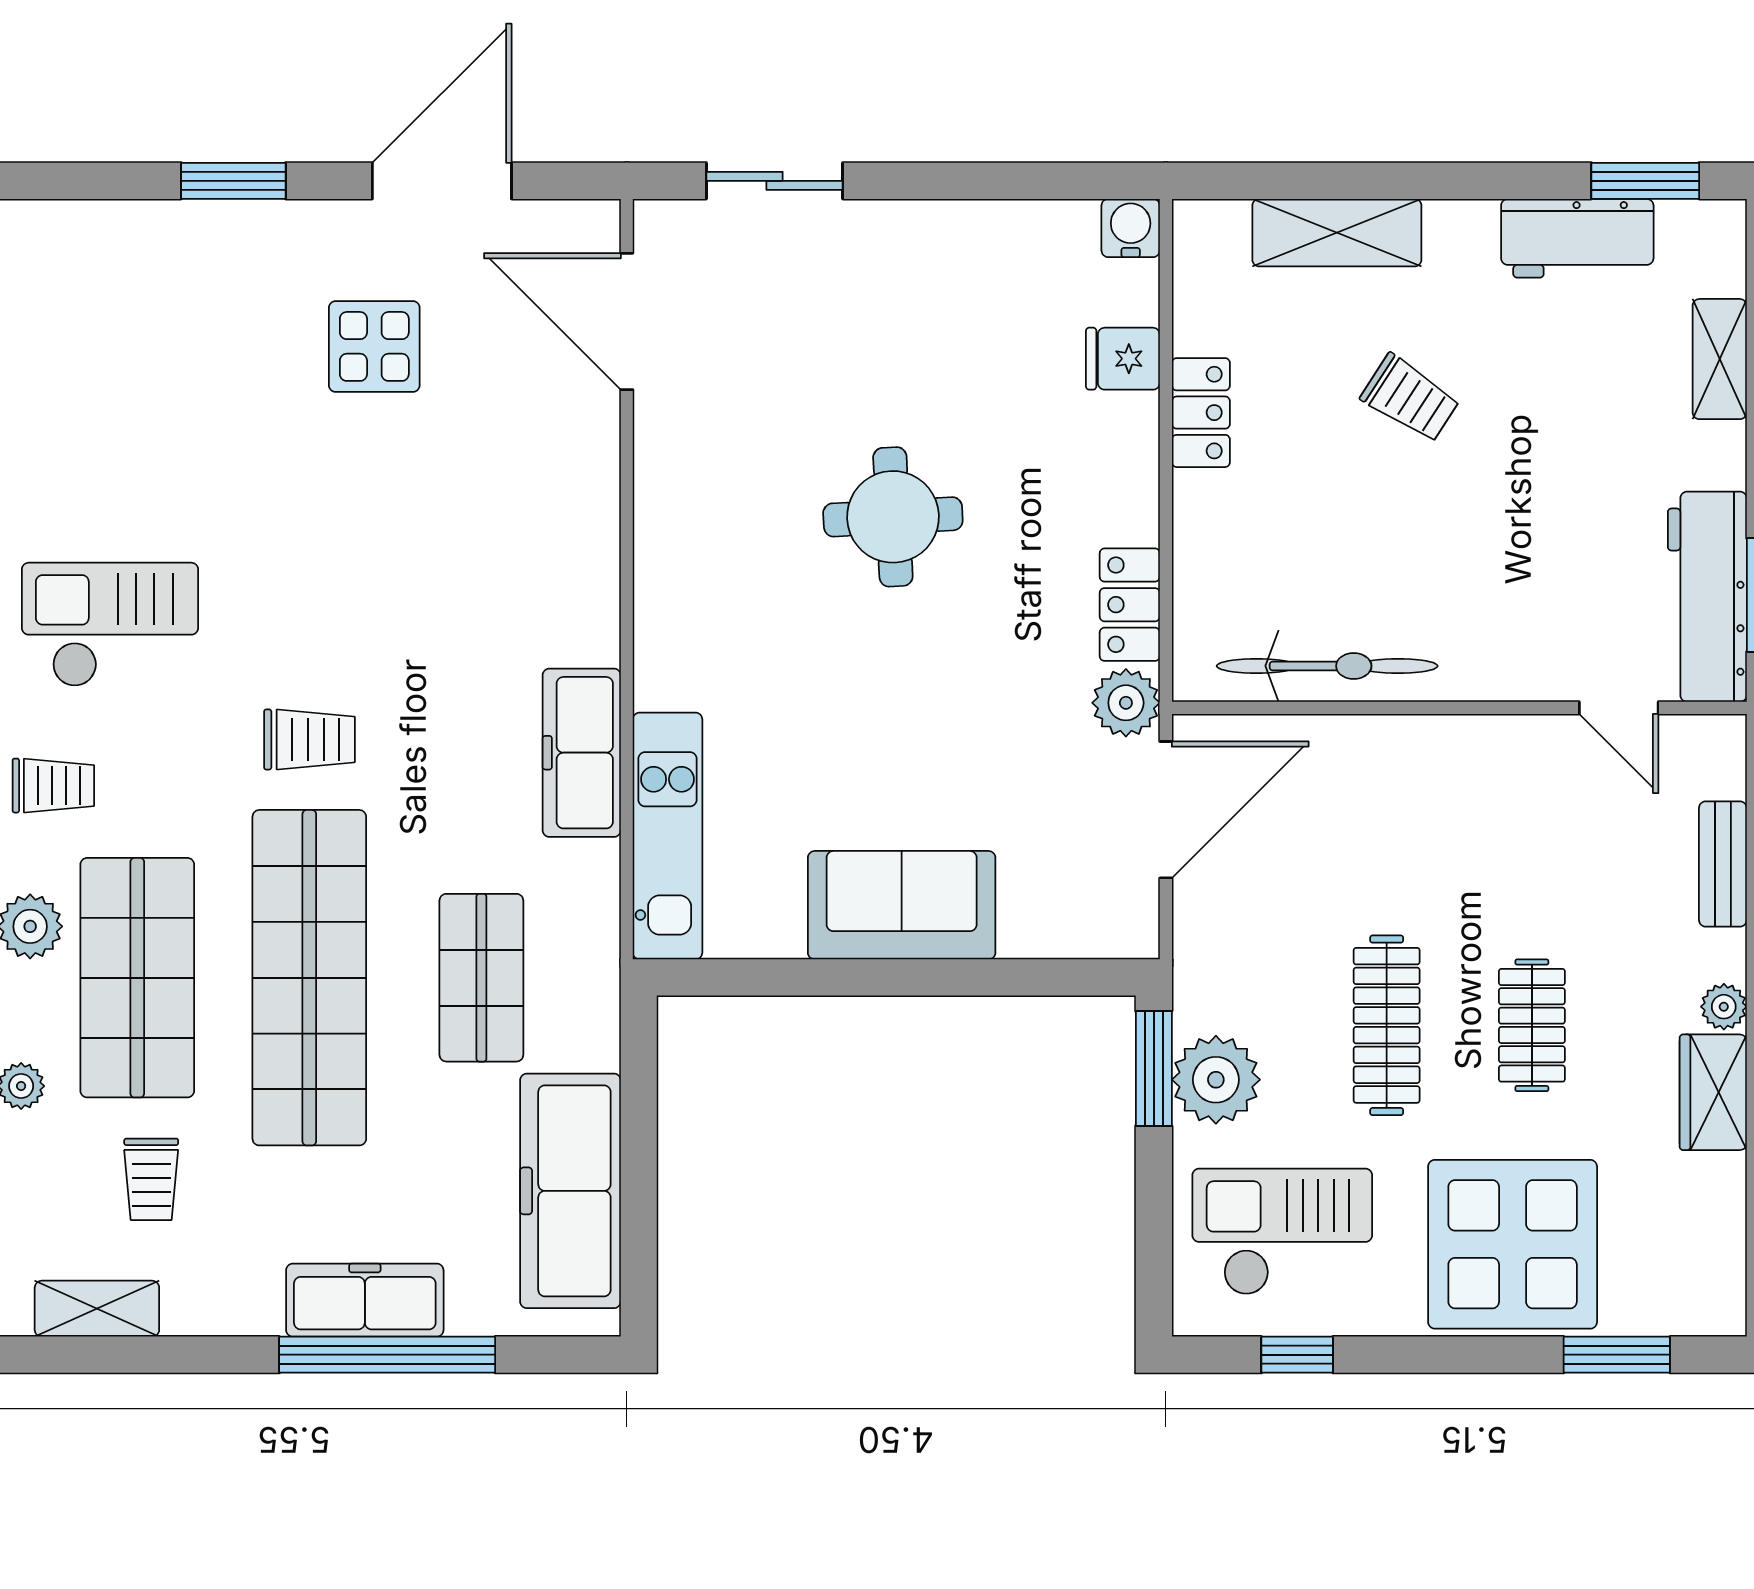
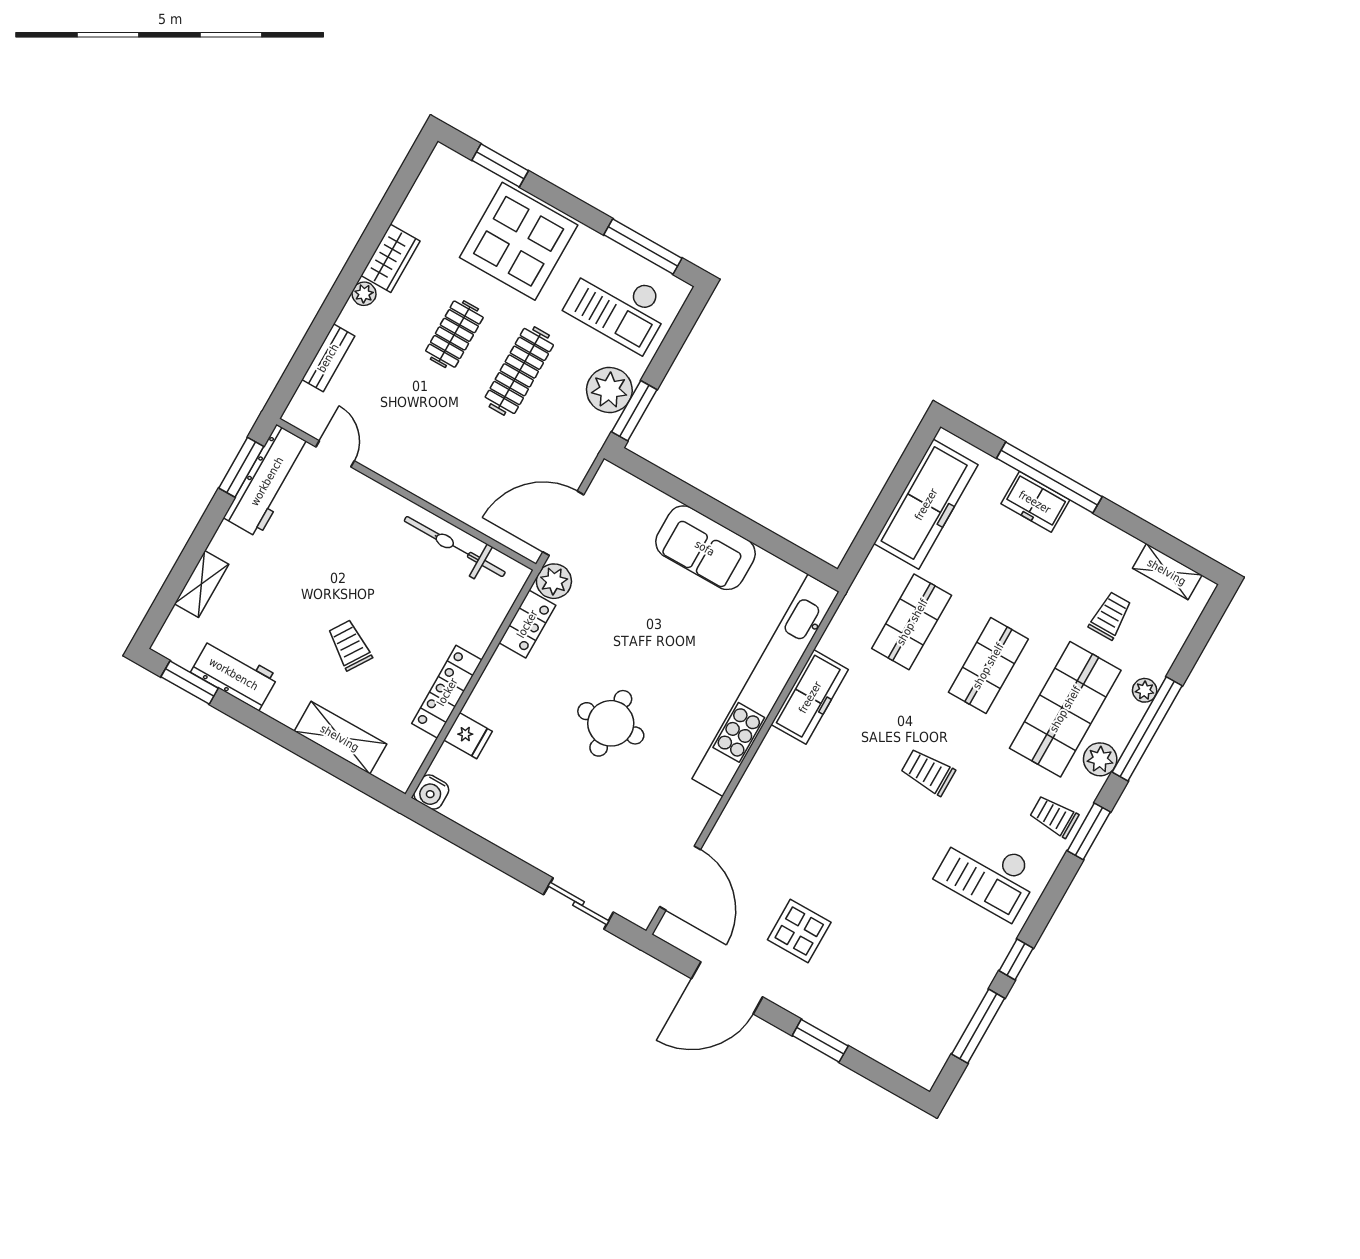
locker: (1201, 413) -> (447, 692), width x1.53
kitchen unit: (668, 836) -> (766, 685), width x1.86
shop shelf: (309, 978) -> (988, 666), width x0.50, depth x0.74
freezer: (365, 1300) -> (1035, 502), width x0.71
window: (1297, 1355) -> (643, 247), width x2.17

